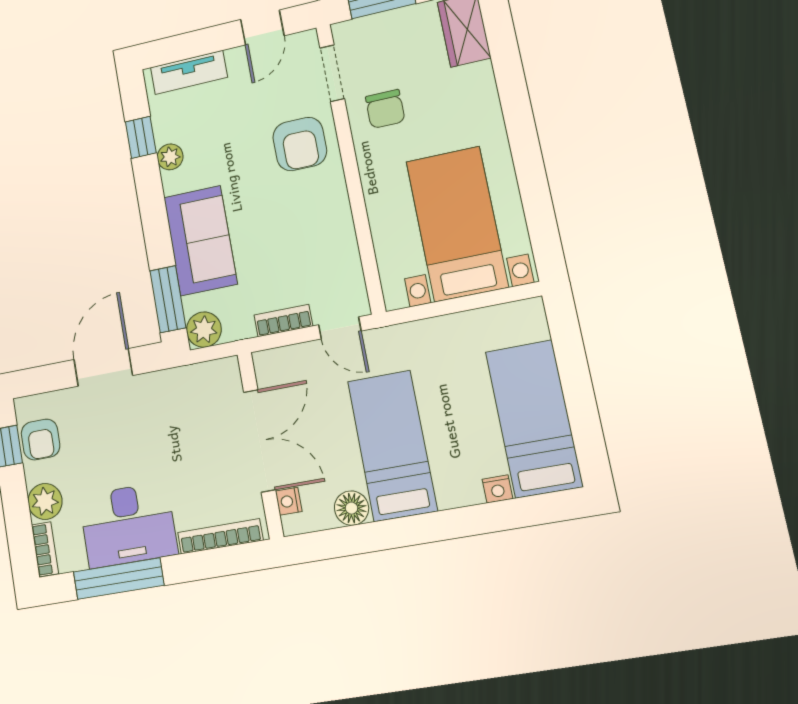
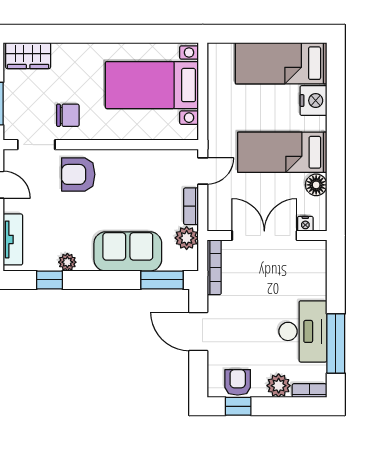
armchair: (300, 144) -> (78, 174), turned 180
plant: (204, 330) -> (187, 238), moved
armchair: (41, 440) -> (238, 382), turned -90
nightstand: (497, 489) -> (314, 101), width x1.89, depth x1.79
bookcase: (220, 536) -> (214, 267), moved, turned 180

